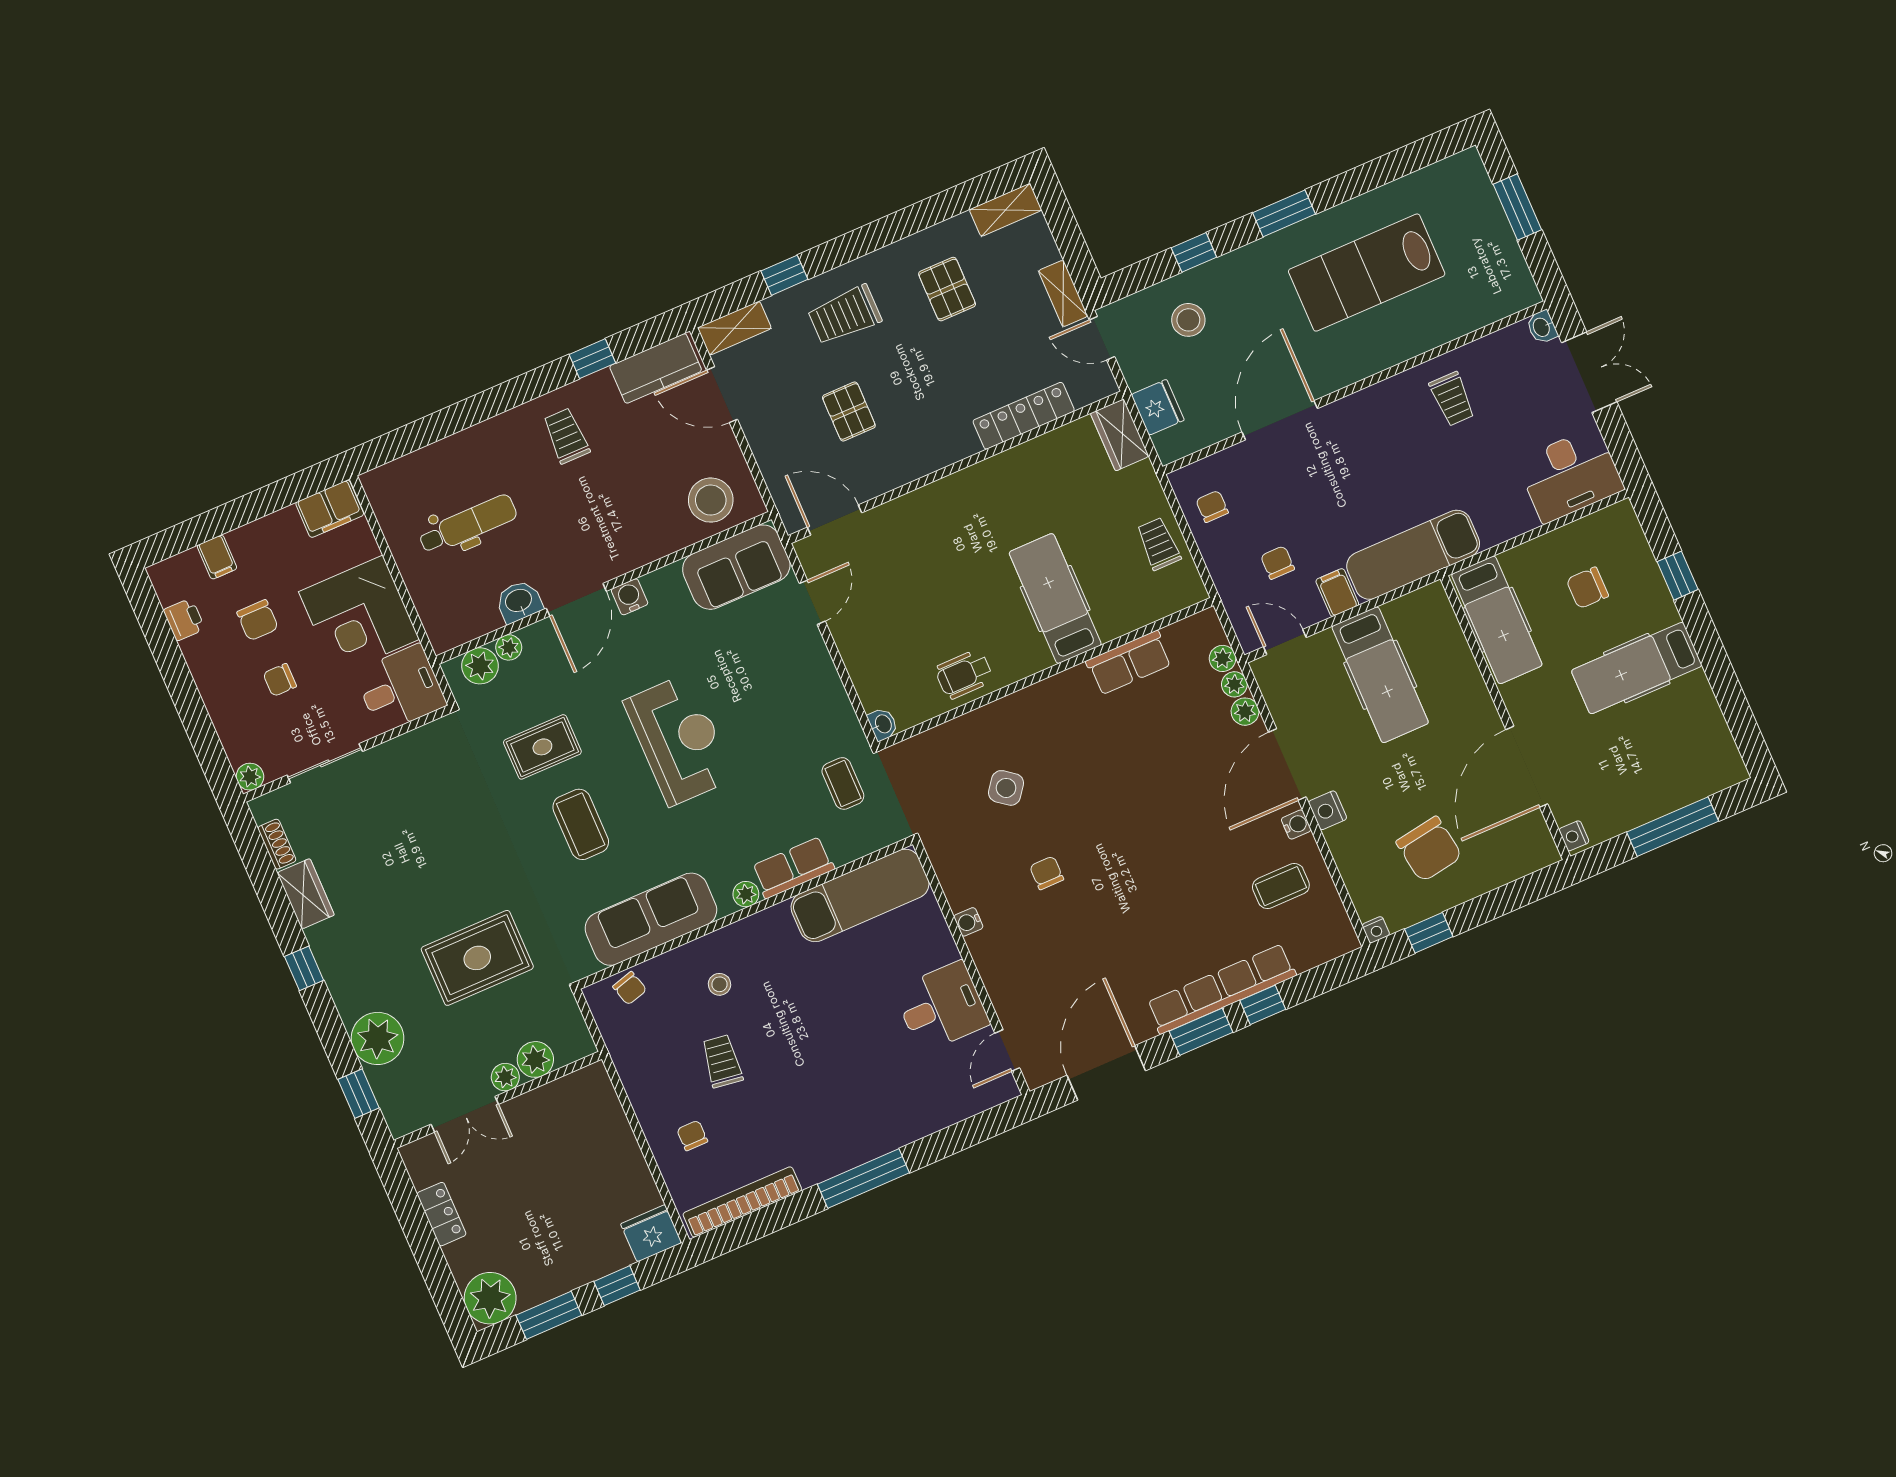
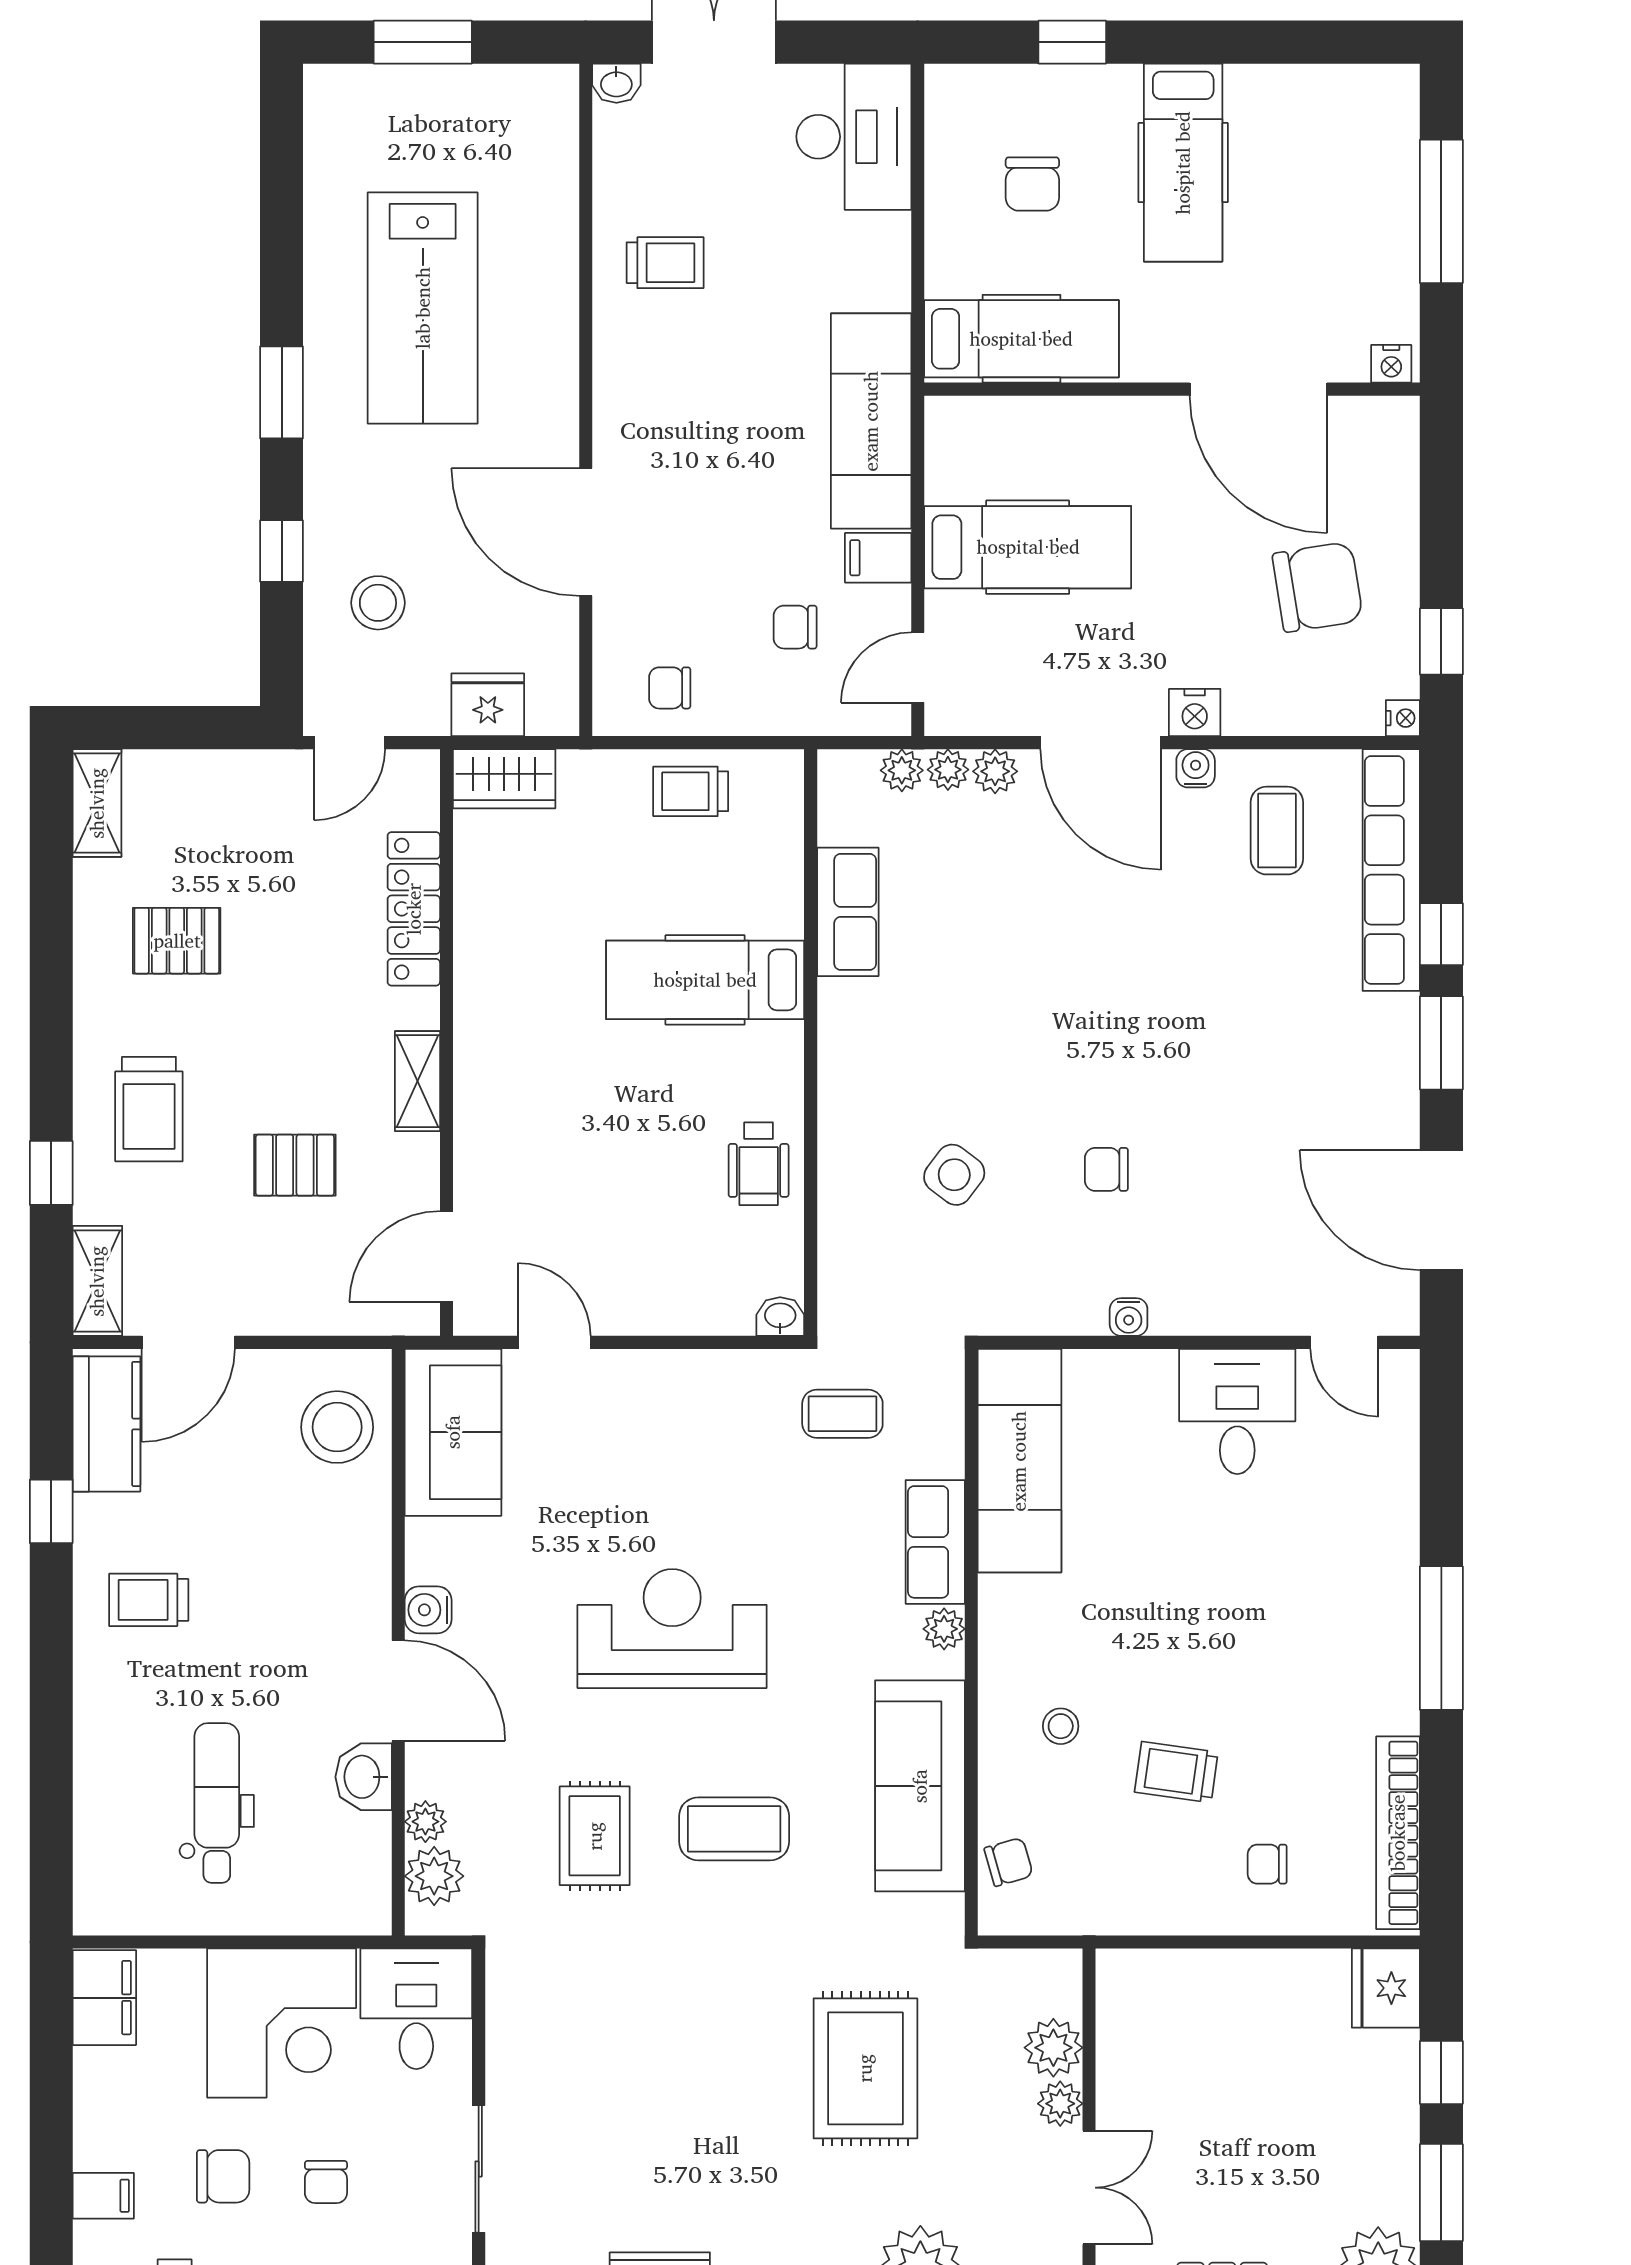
shelving: (1063, 293) -> (418, 1081), moved, turned 90
row of seats: (1221, 989) -> (1391, 870), moved

